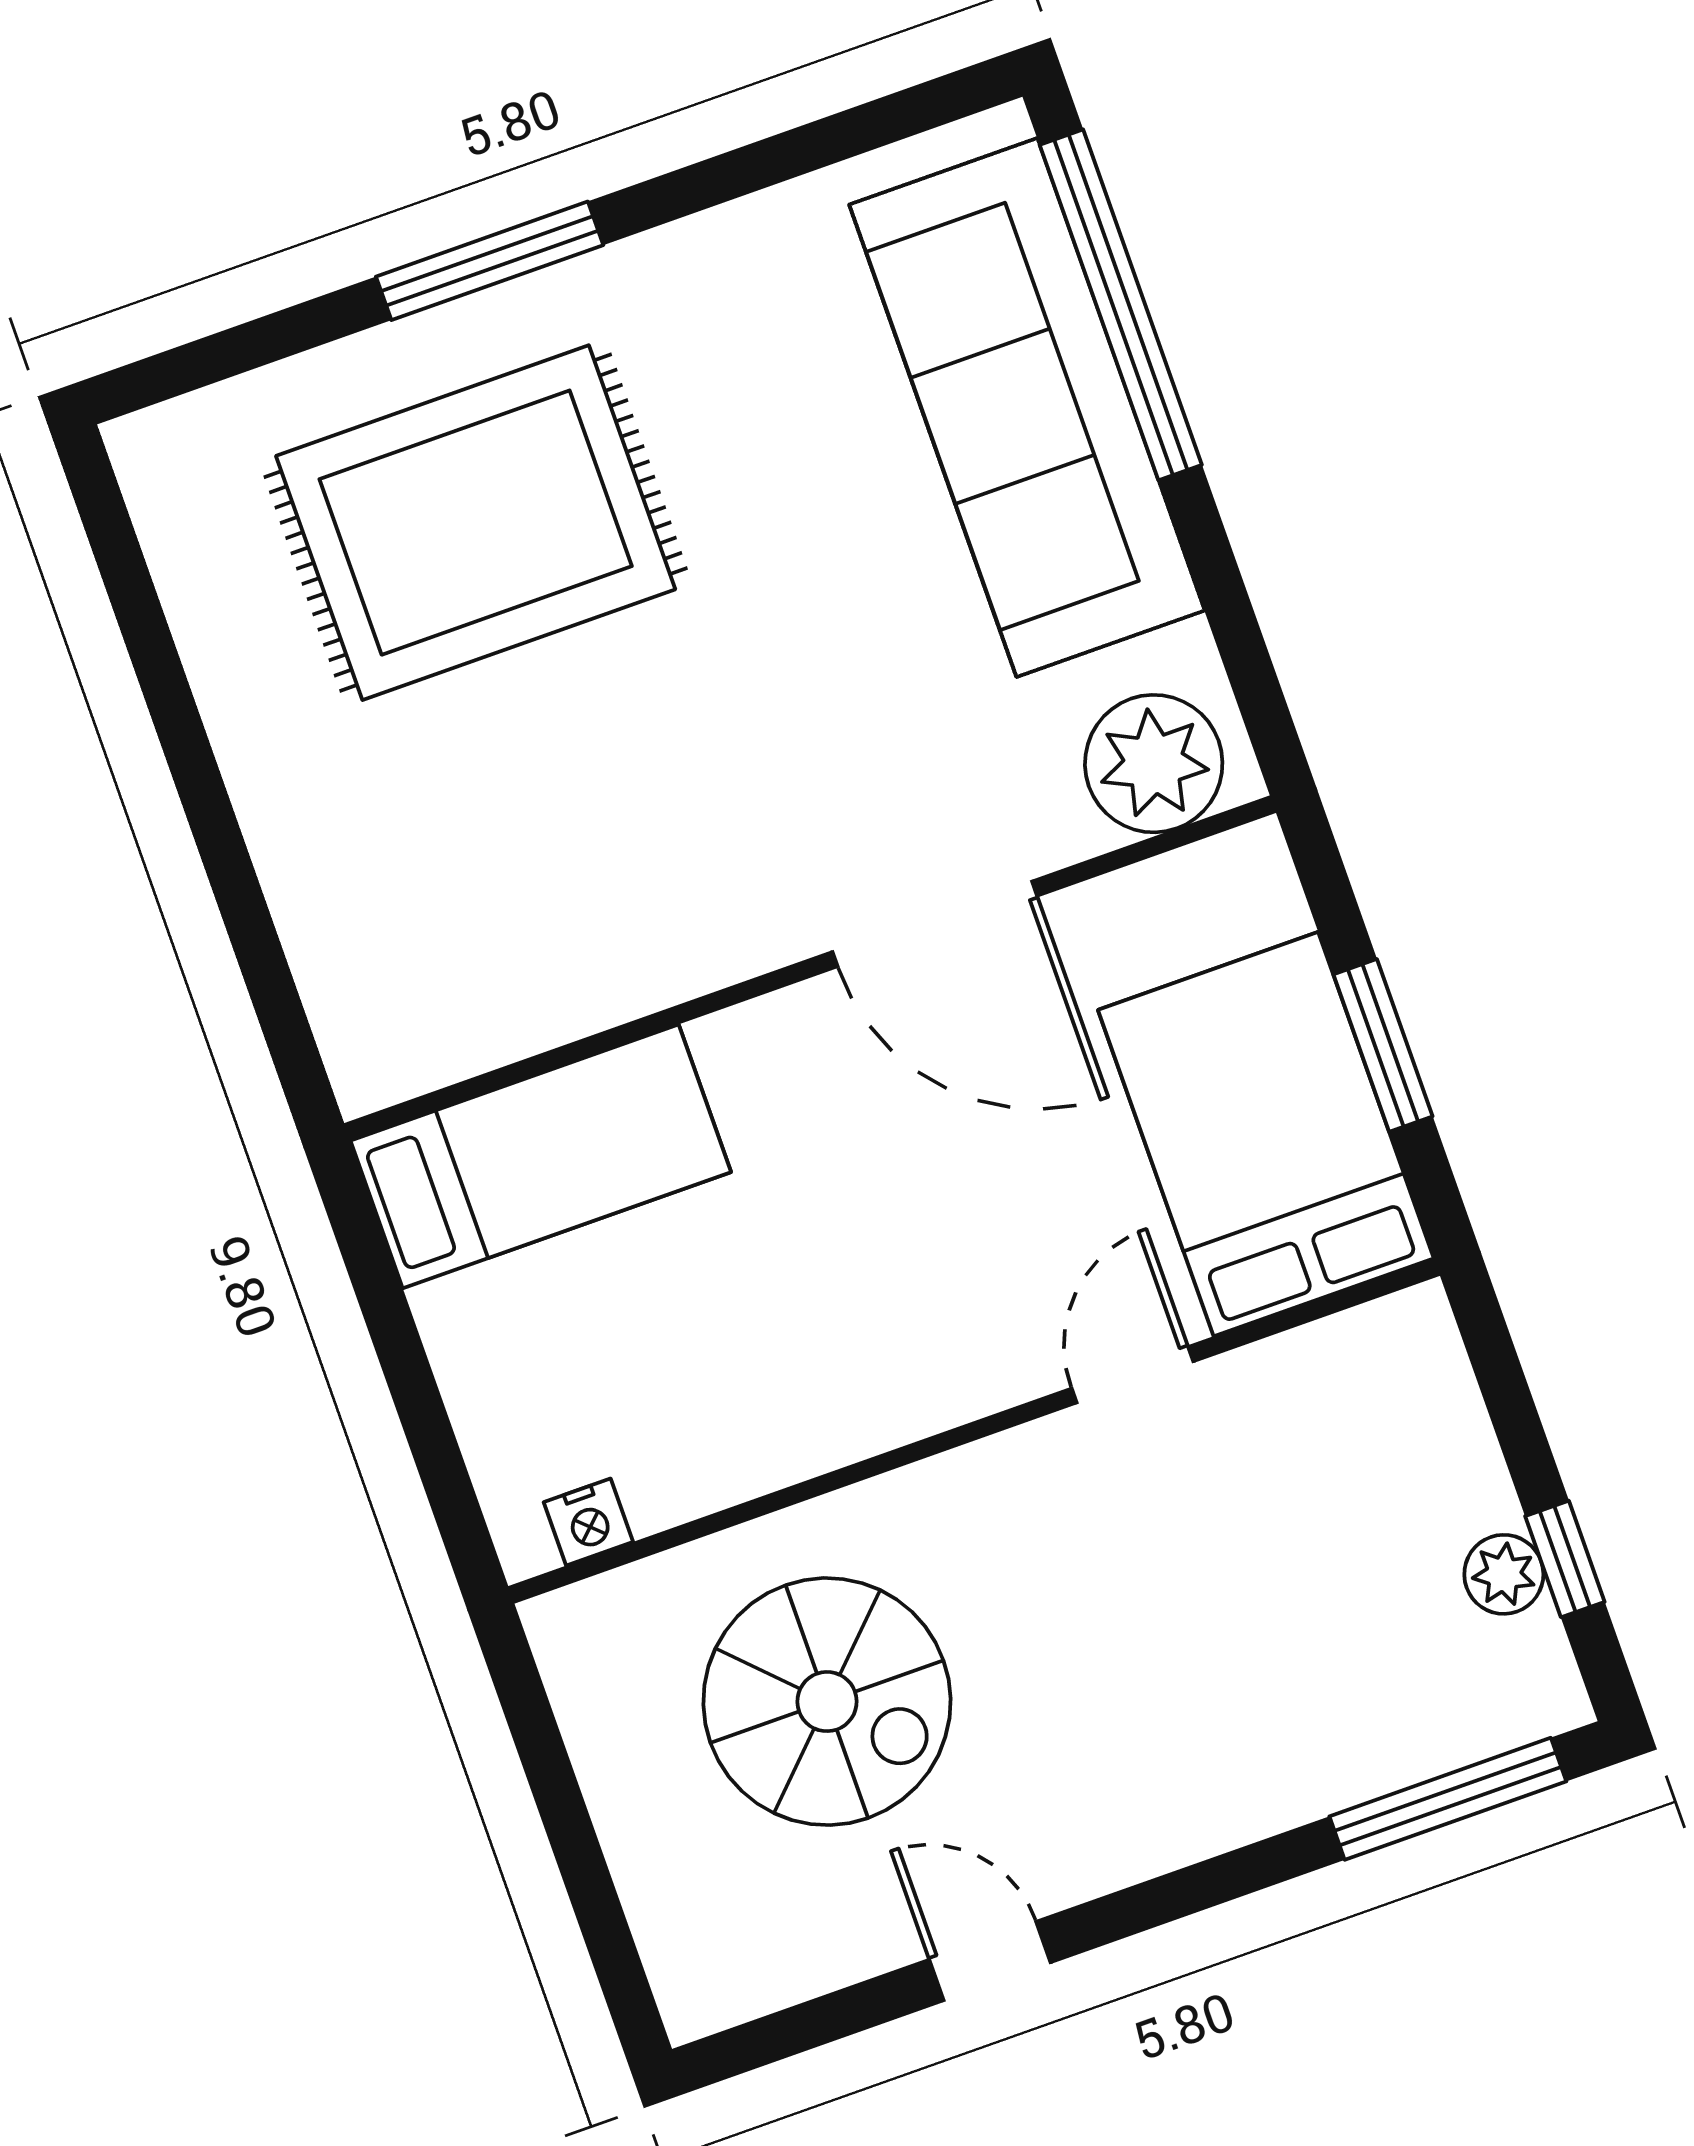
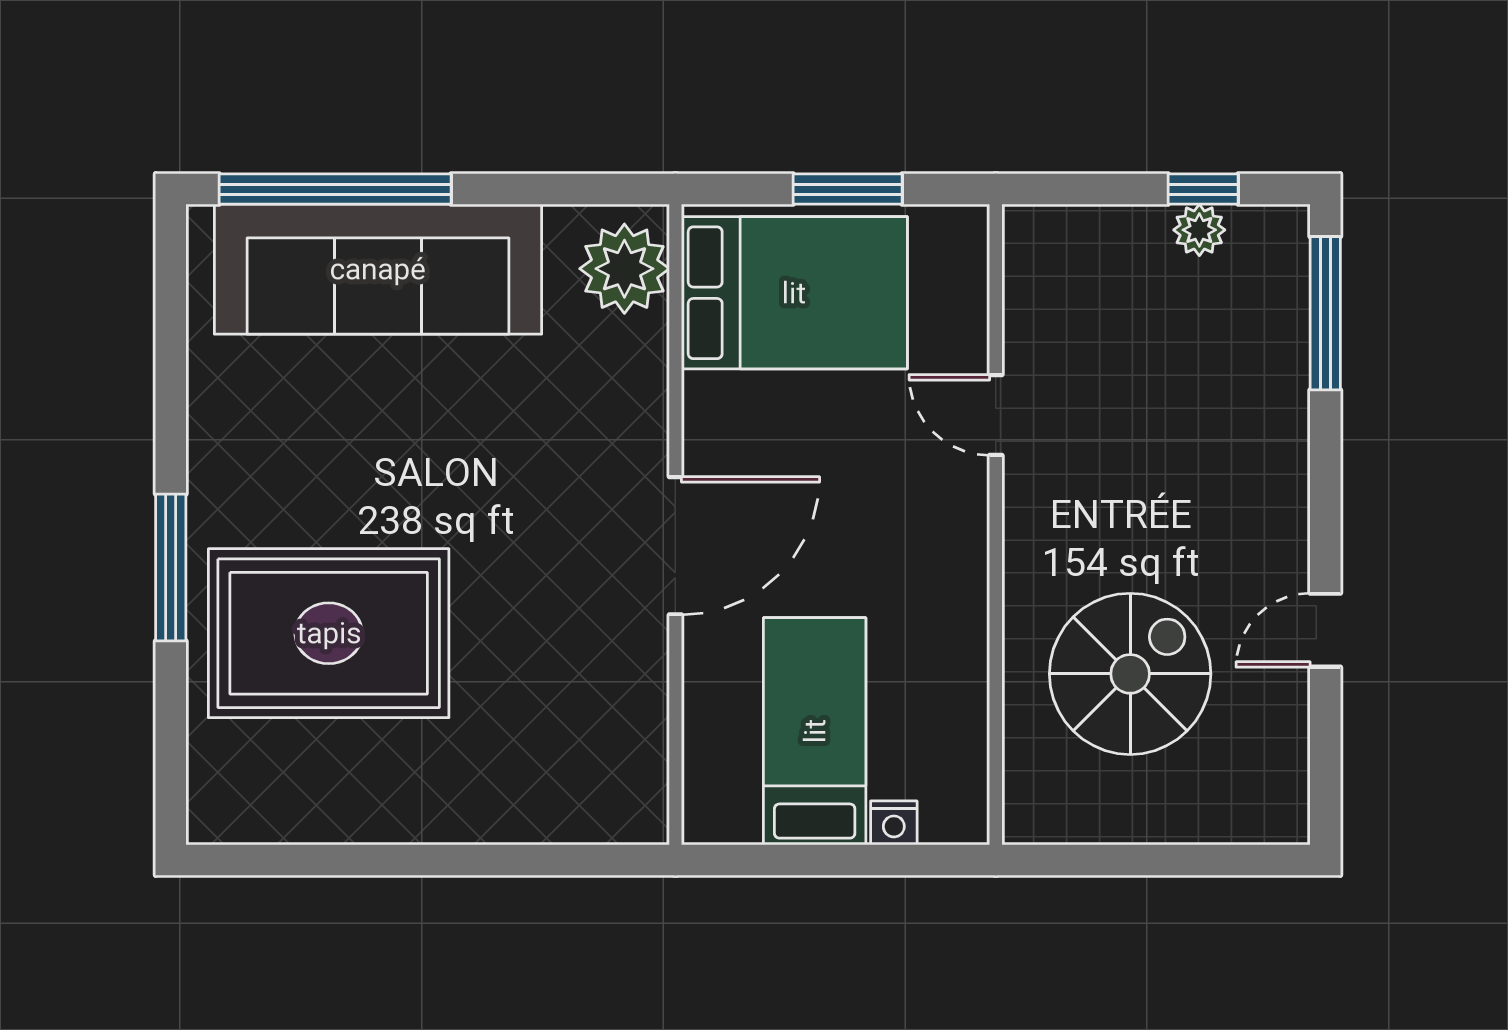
rug: (476, 523) -> (329, 633), turned 90
door: (935, 924) -> (675, 546), moved
bed: (1266, 1134) -> (794, 293), moved, turned 180
bed: (541, 1156) -> (815, 731), moved
nightstand: (588, 1522) -> (894, 823), moved, turned 90

